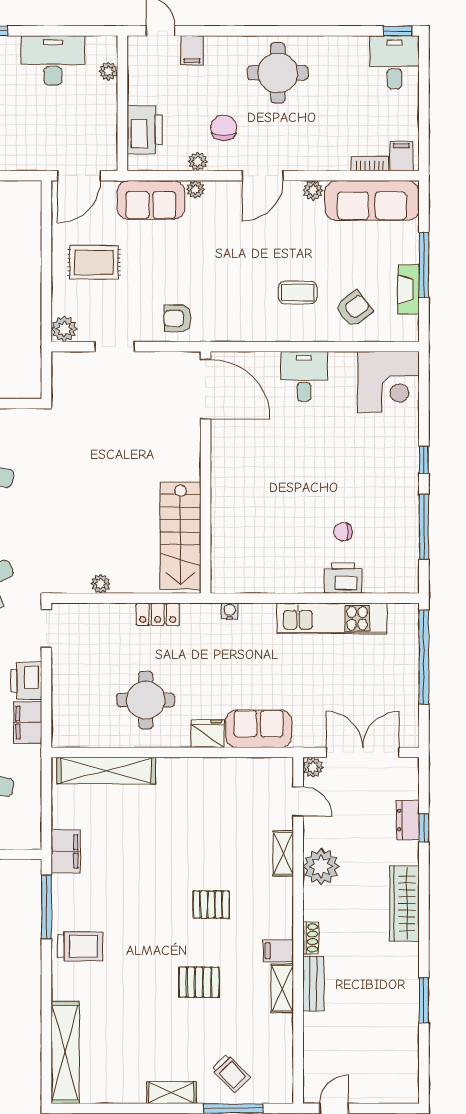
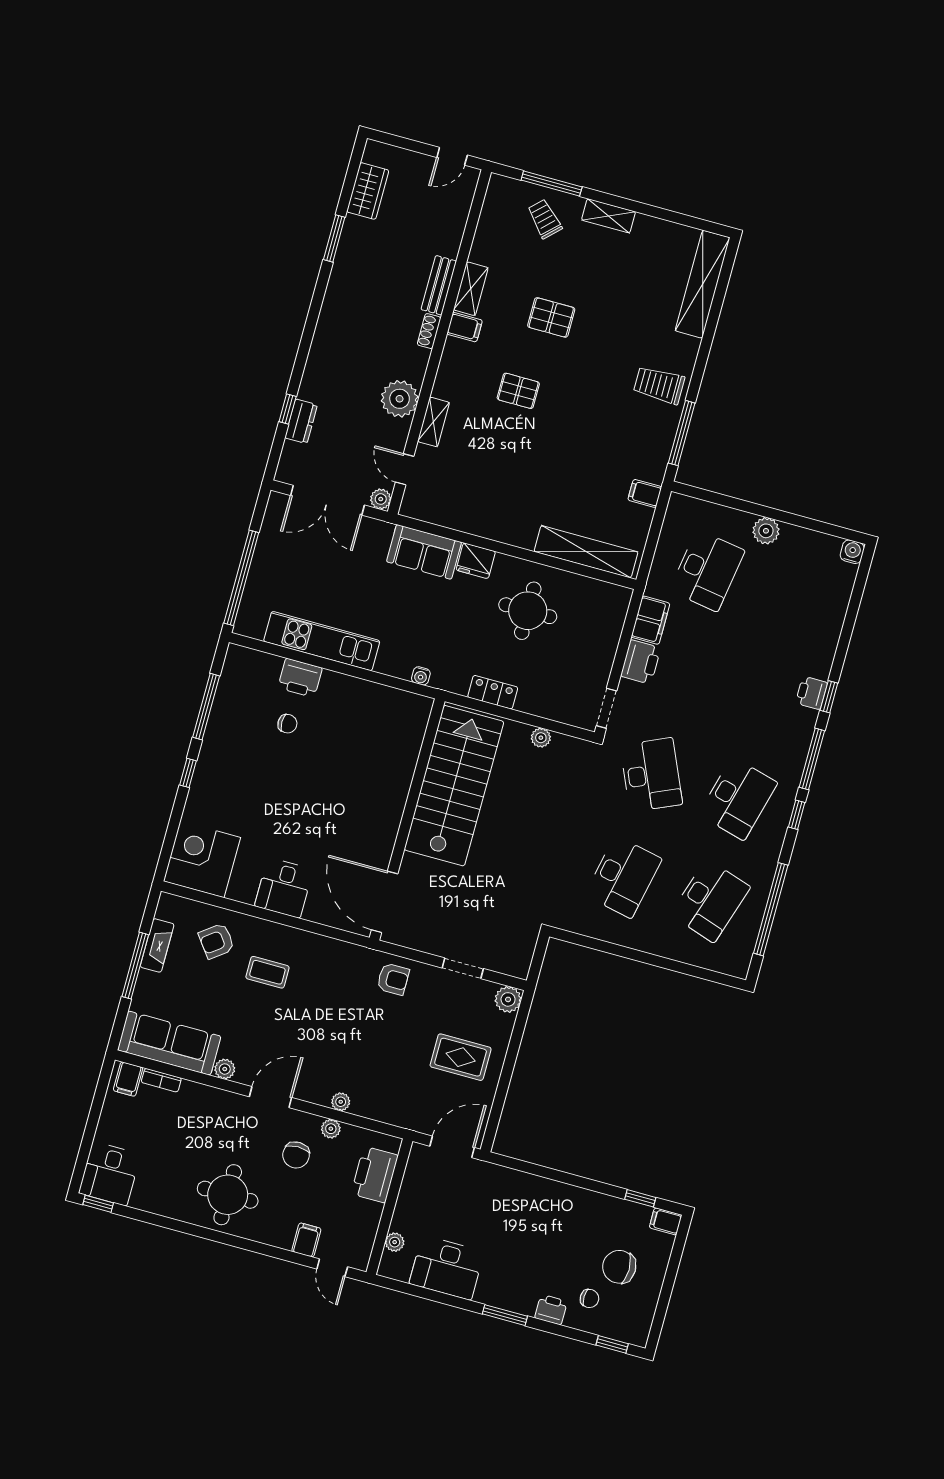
sofa: (151, 200) -> (388, 1103), removed
stairs: (180, 536) -> (454, 786), width x1.36, depth x1.51
filing cabinet: (66, 851) -> (645, 493), width x0.50
wardrobe: (404, 904) -> (368, 191), moved, width x0.67

